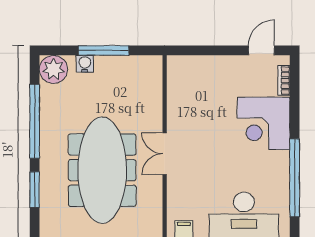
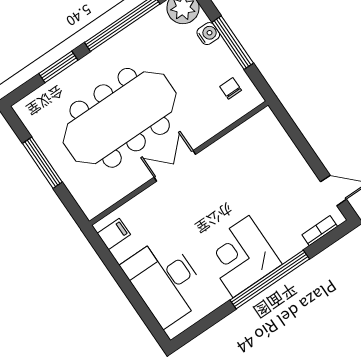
chair: (136, 75) -> (231, 88), added
corner desk: (264, 123) -> (241, 256), moved
window: (295, 178) -> (270, 280), moved

